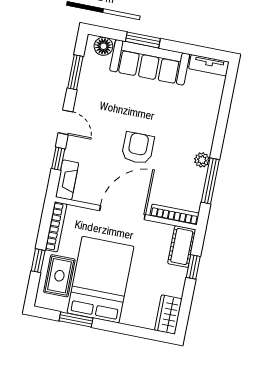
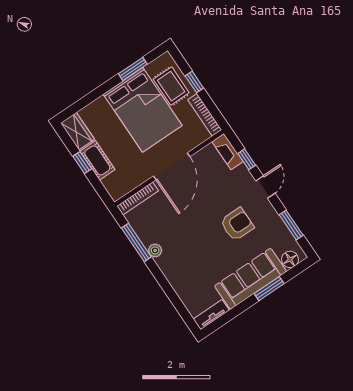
door: (65, 122) -> (265, 187), swing flipped
armchair: (138, 148) -> (237, 224), moved, turned -90
cot: (182, 247) -> (97, 160), moved
window: (193, 267) -> (82, 163), moved

